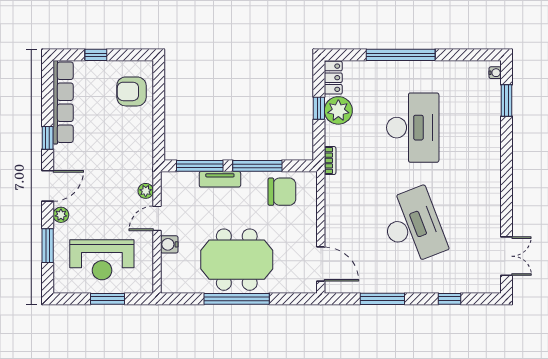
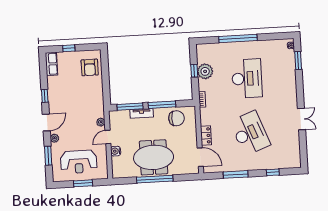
locker: (333, 78) -> (206, 136), moved
armchair: (131, 91) -> (90, 67), turned -90
row of seats: (63, 102) -> (51, 64), width x0.50
double door: (506, 256) -> (301, 119), moved

